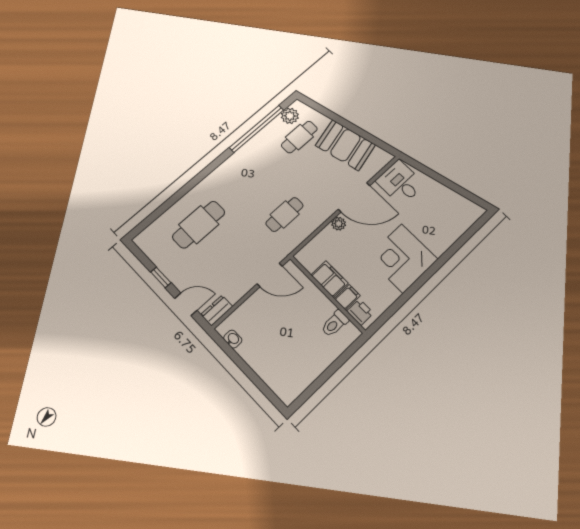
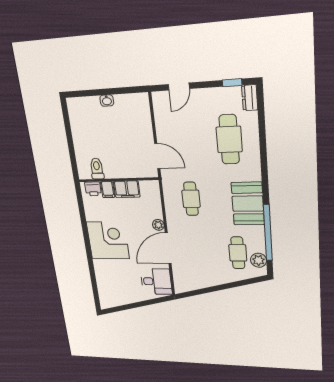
booth: (345, 145) -> (248, 204), moved, turned -76
door: (270, 275) -> (157, 156), swing flipped
window: (161, 277) -> (232, 83), moved
dresser: (217, 311) -> (250, 98), moved, turned 180
washbasin: (233, 339) -> (107, 101), moved

